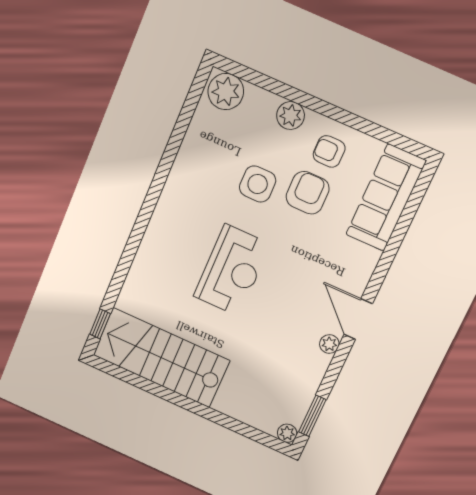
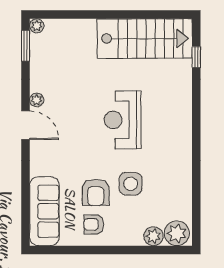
plant: (290, 116) -> (153, 236), moved
armchair: (329, 151) -> (94, 224), turned 180
window: (100, 324) -> (196, 57), moved

